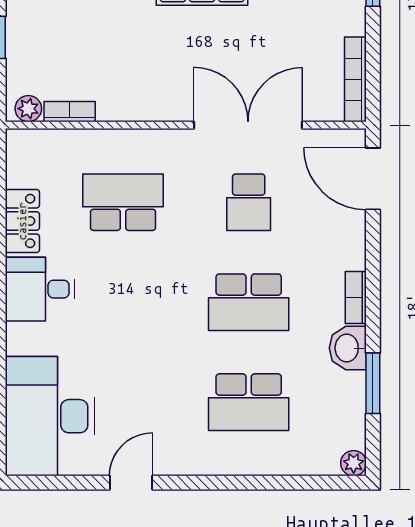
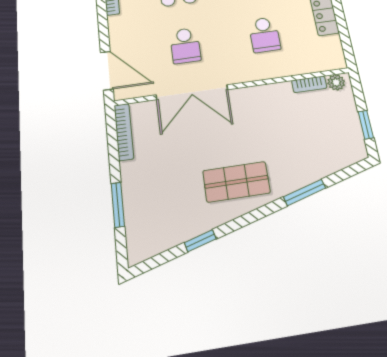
school desk: (123, 202) -> (264, 35), width x0.54
school desk: (249, 202) -> (185, 46), turned 180

